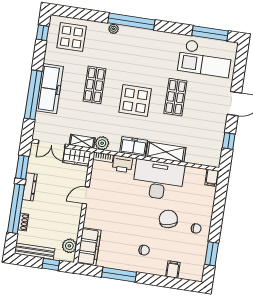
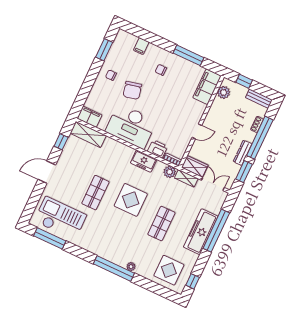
shelving: (166, 152) -> (88, 134), moved
filing cabinet: (212, 178) -> (89, 117), width x2.00
bench: (35, 251) -> (259, 99), width x0.73

